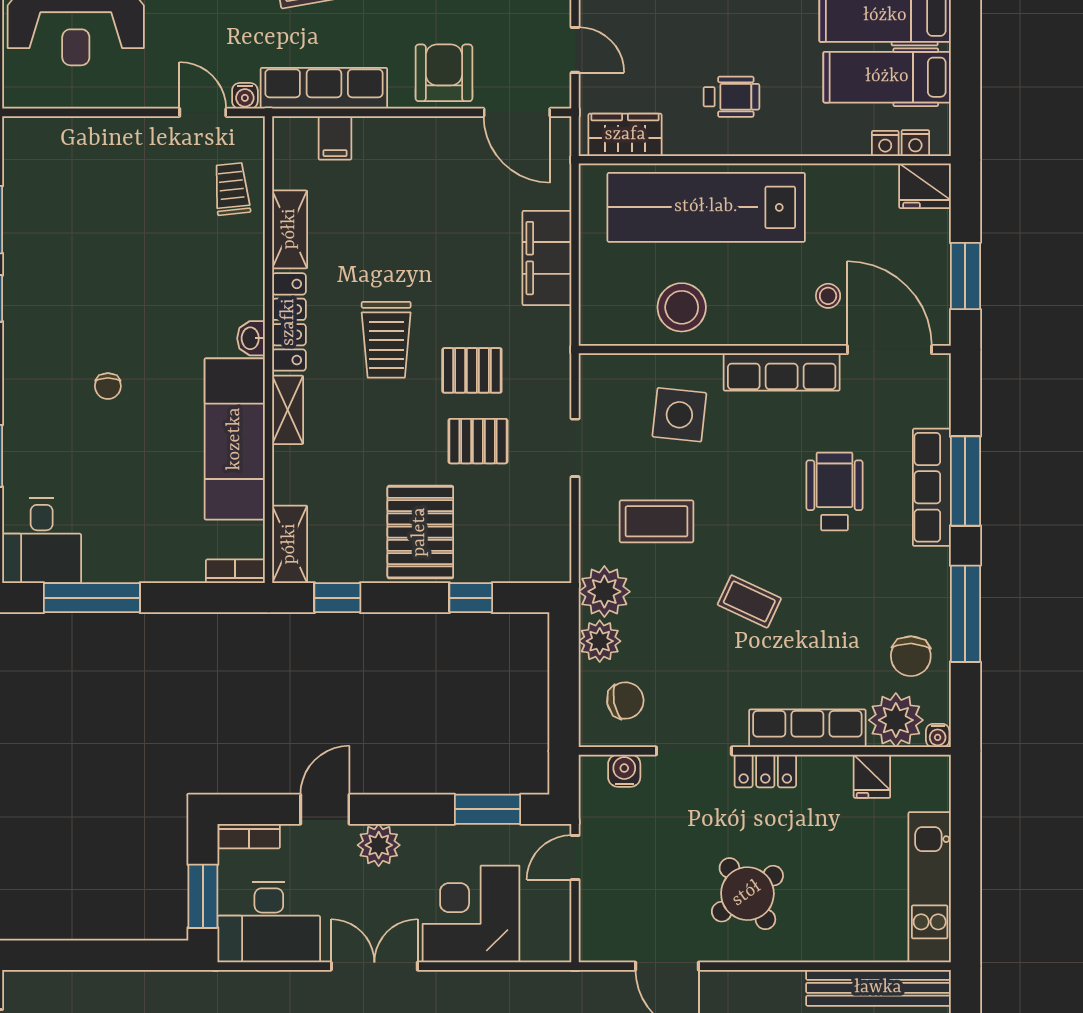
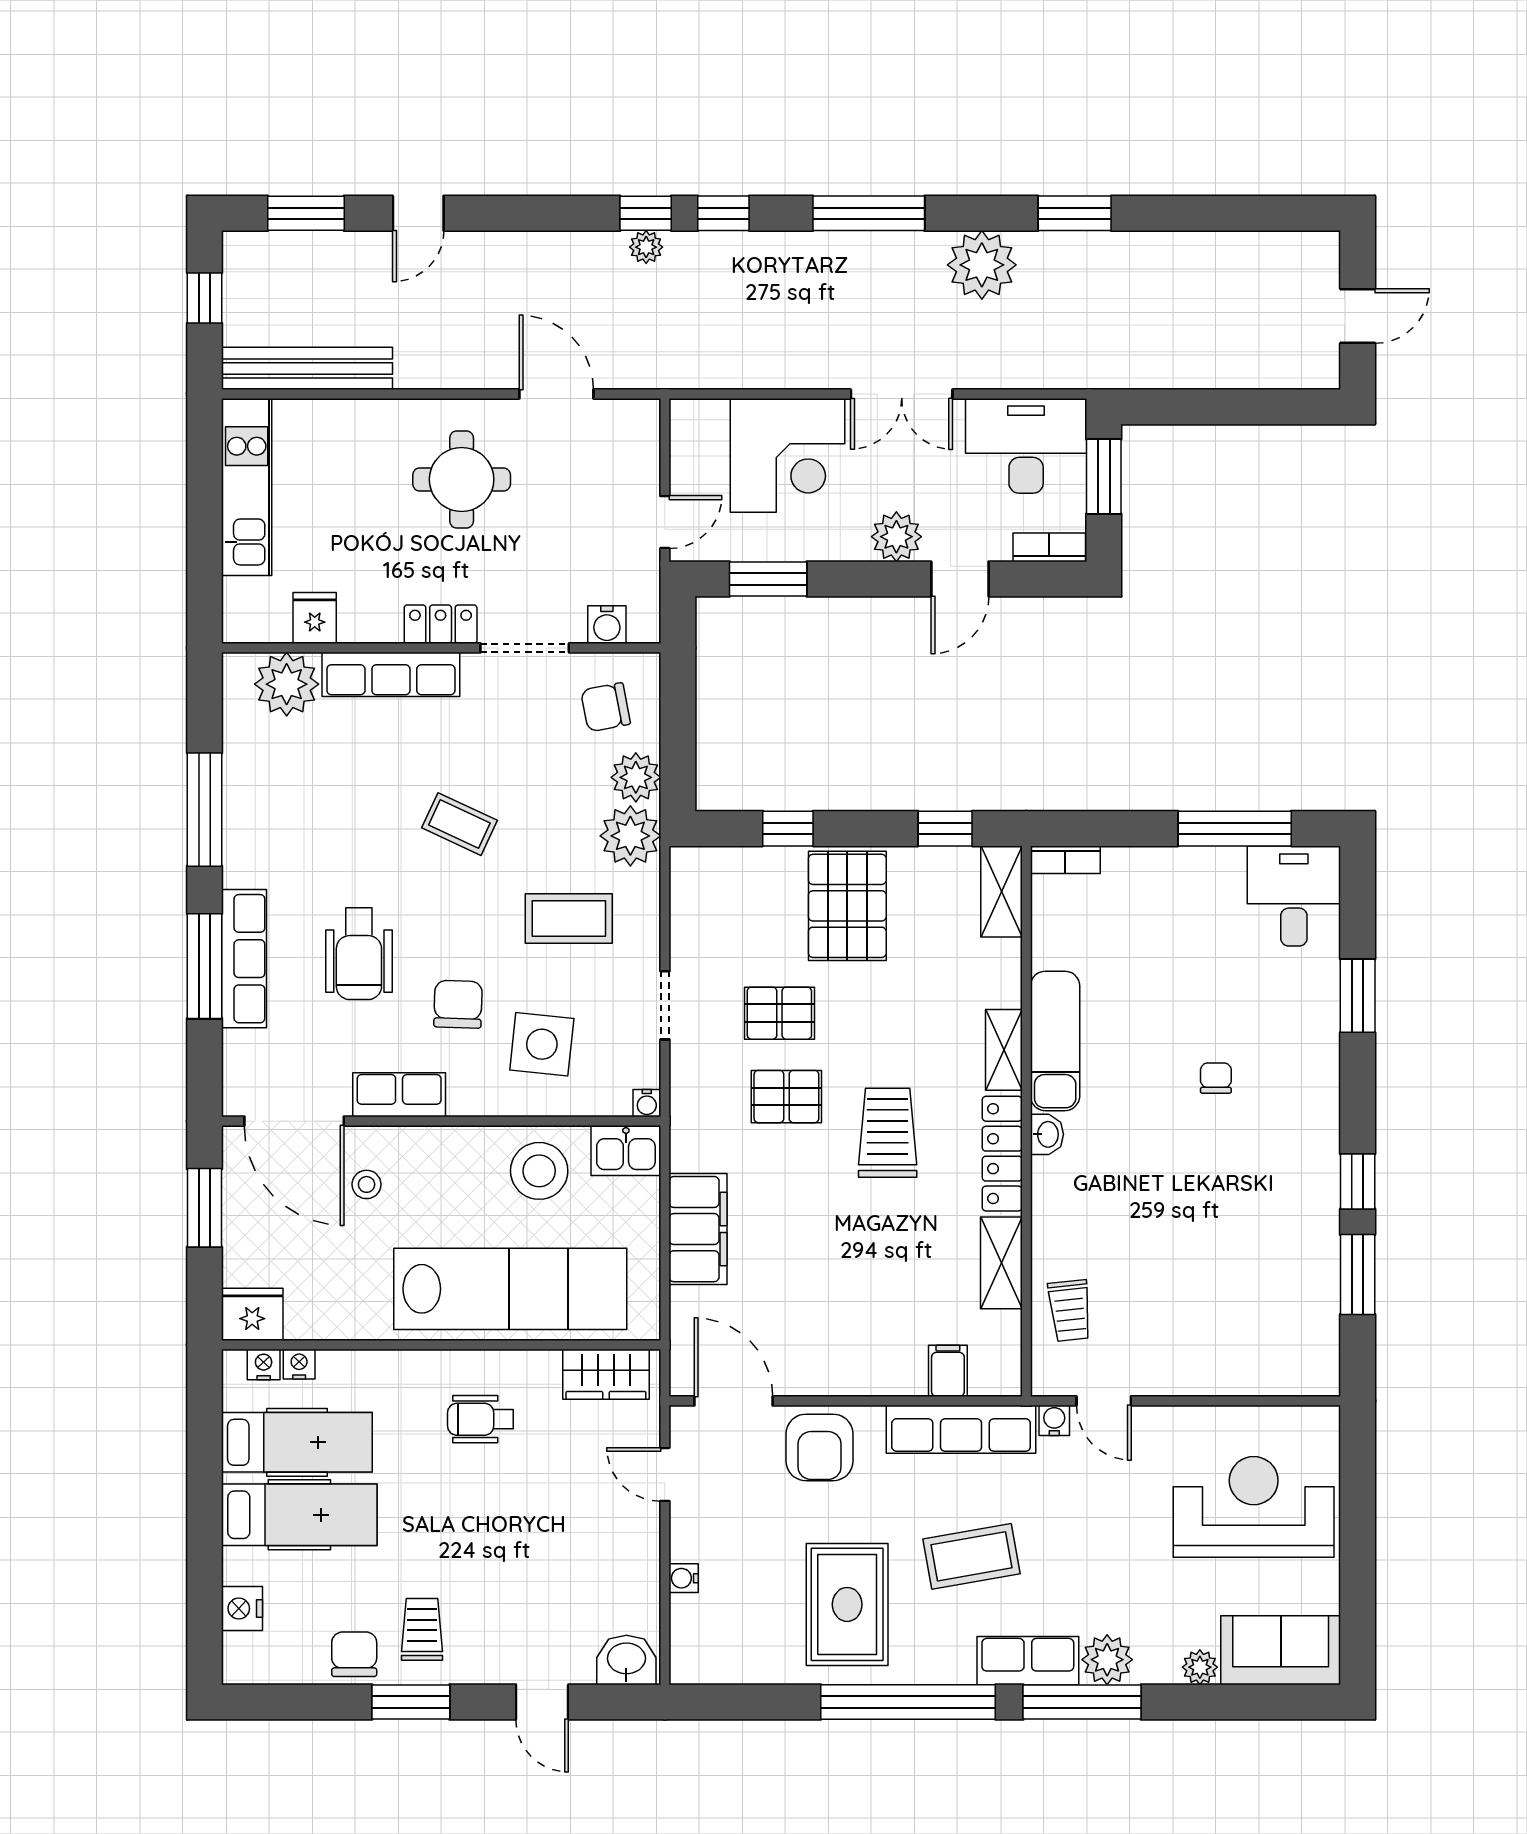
kitchen sink: (608, 325) -> (626, 1151), added
row of seats: (782, 372) -> (399, 1095), width x0.68
exam couch: (235, 439) -> (1055, 1041), width x0.73, depth x0.69
chair: (911, 656) -> (458, 1004), moved
water cooler: (938, 736) -> (647, 1103), moved, turned 180
round table: (747, 894) -> (462, 479), turned 35

